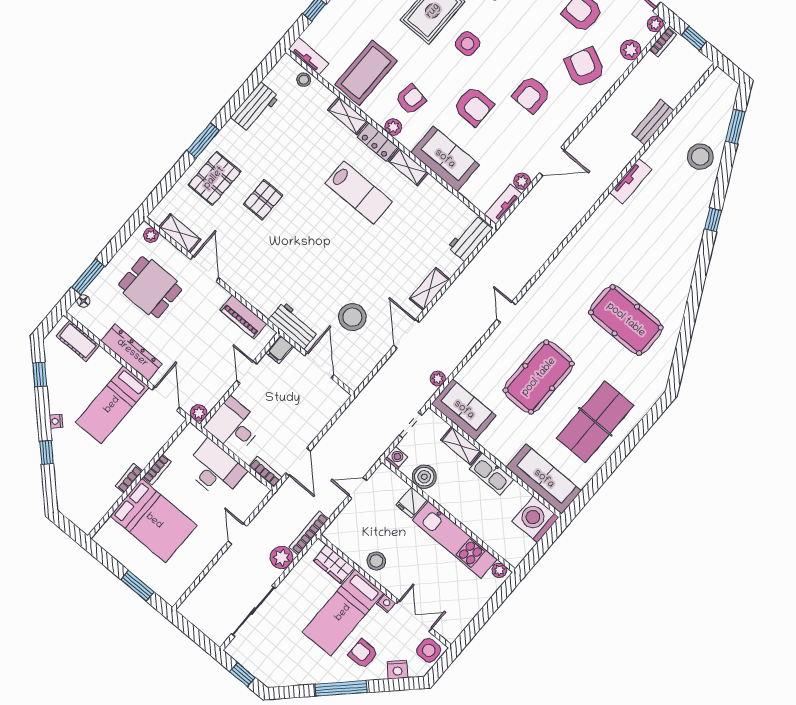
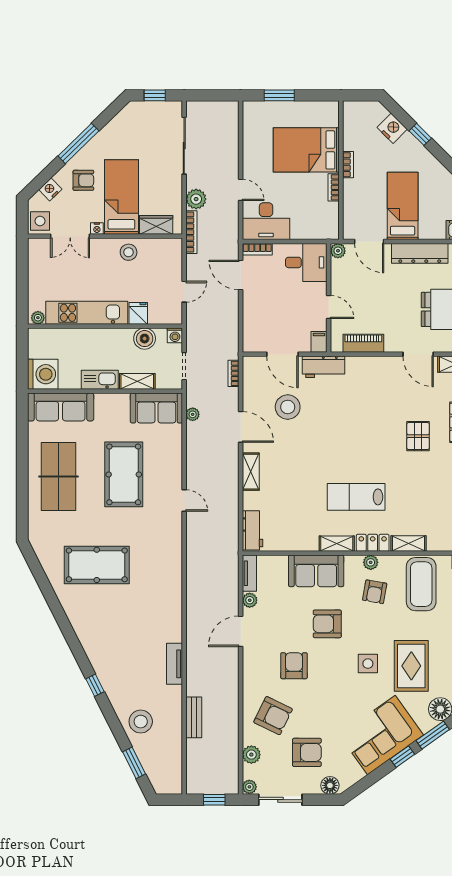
bookcase: (663, 42) -> (234, 373), moved
nightstand: (56, 421) -> (392, 128), moved, width x1.89, depth x1.79
desk: (215, 469) -> (266, 221), moved

